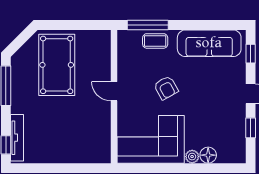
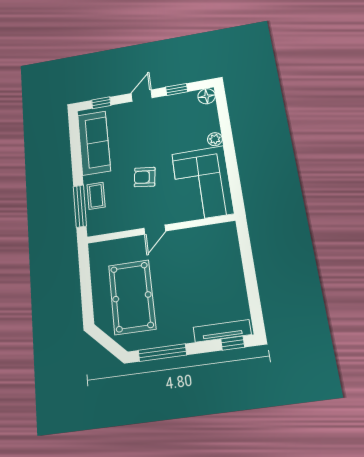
pool table: (57, 65) -> (132, 297), turned 90
armchair: (166, 88) -> (145, 177), turned -144
floor lamp: (208, 155) -> (207, 96), moved

